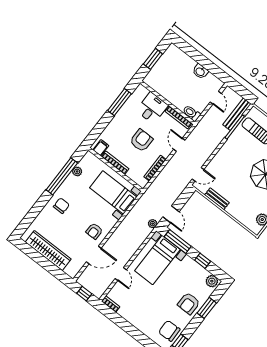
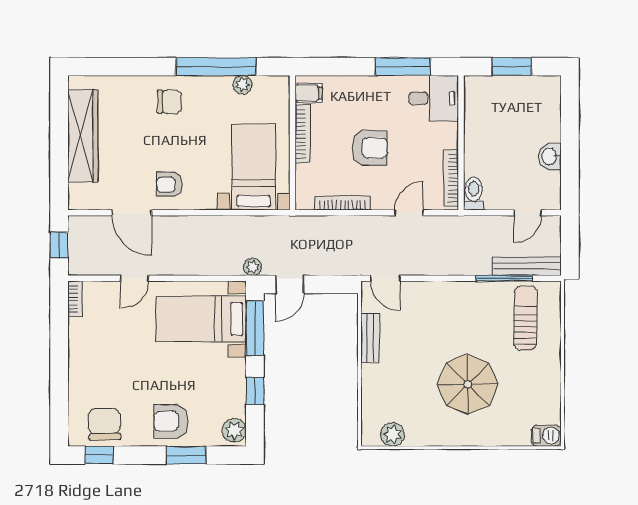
desk: (152, 108) -> (434, 98), moved

